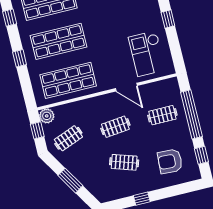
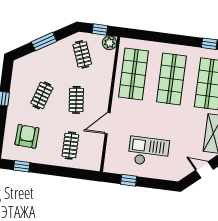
window: (168, 19) -> (129, 180), moved
checkout: (147, 53) -> (149, 152), moved
window: (20, 58) -> (170, 39), removed
window: (191, 114) -> (61, 171), removed

